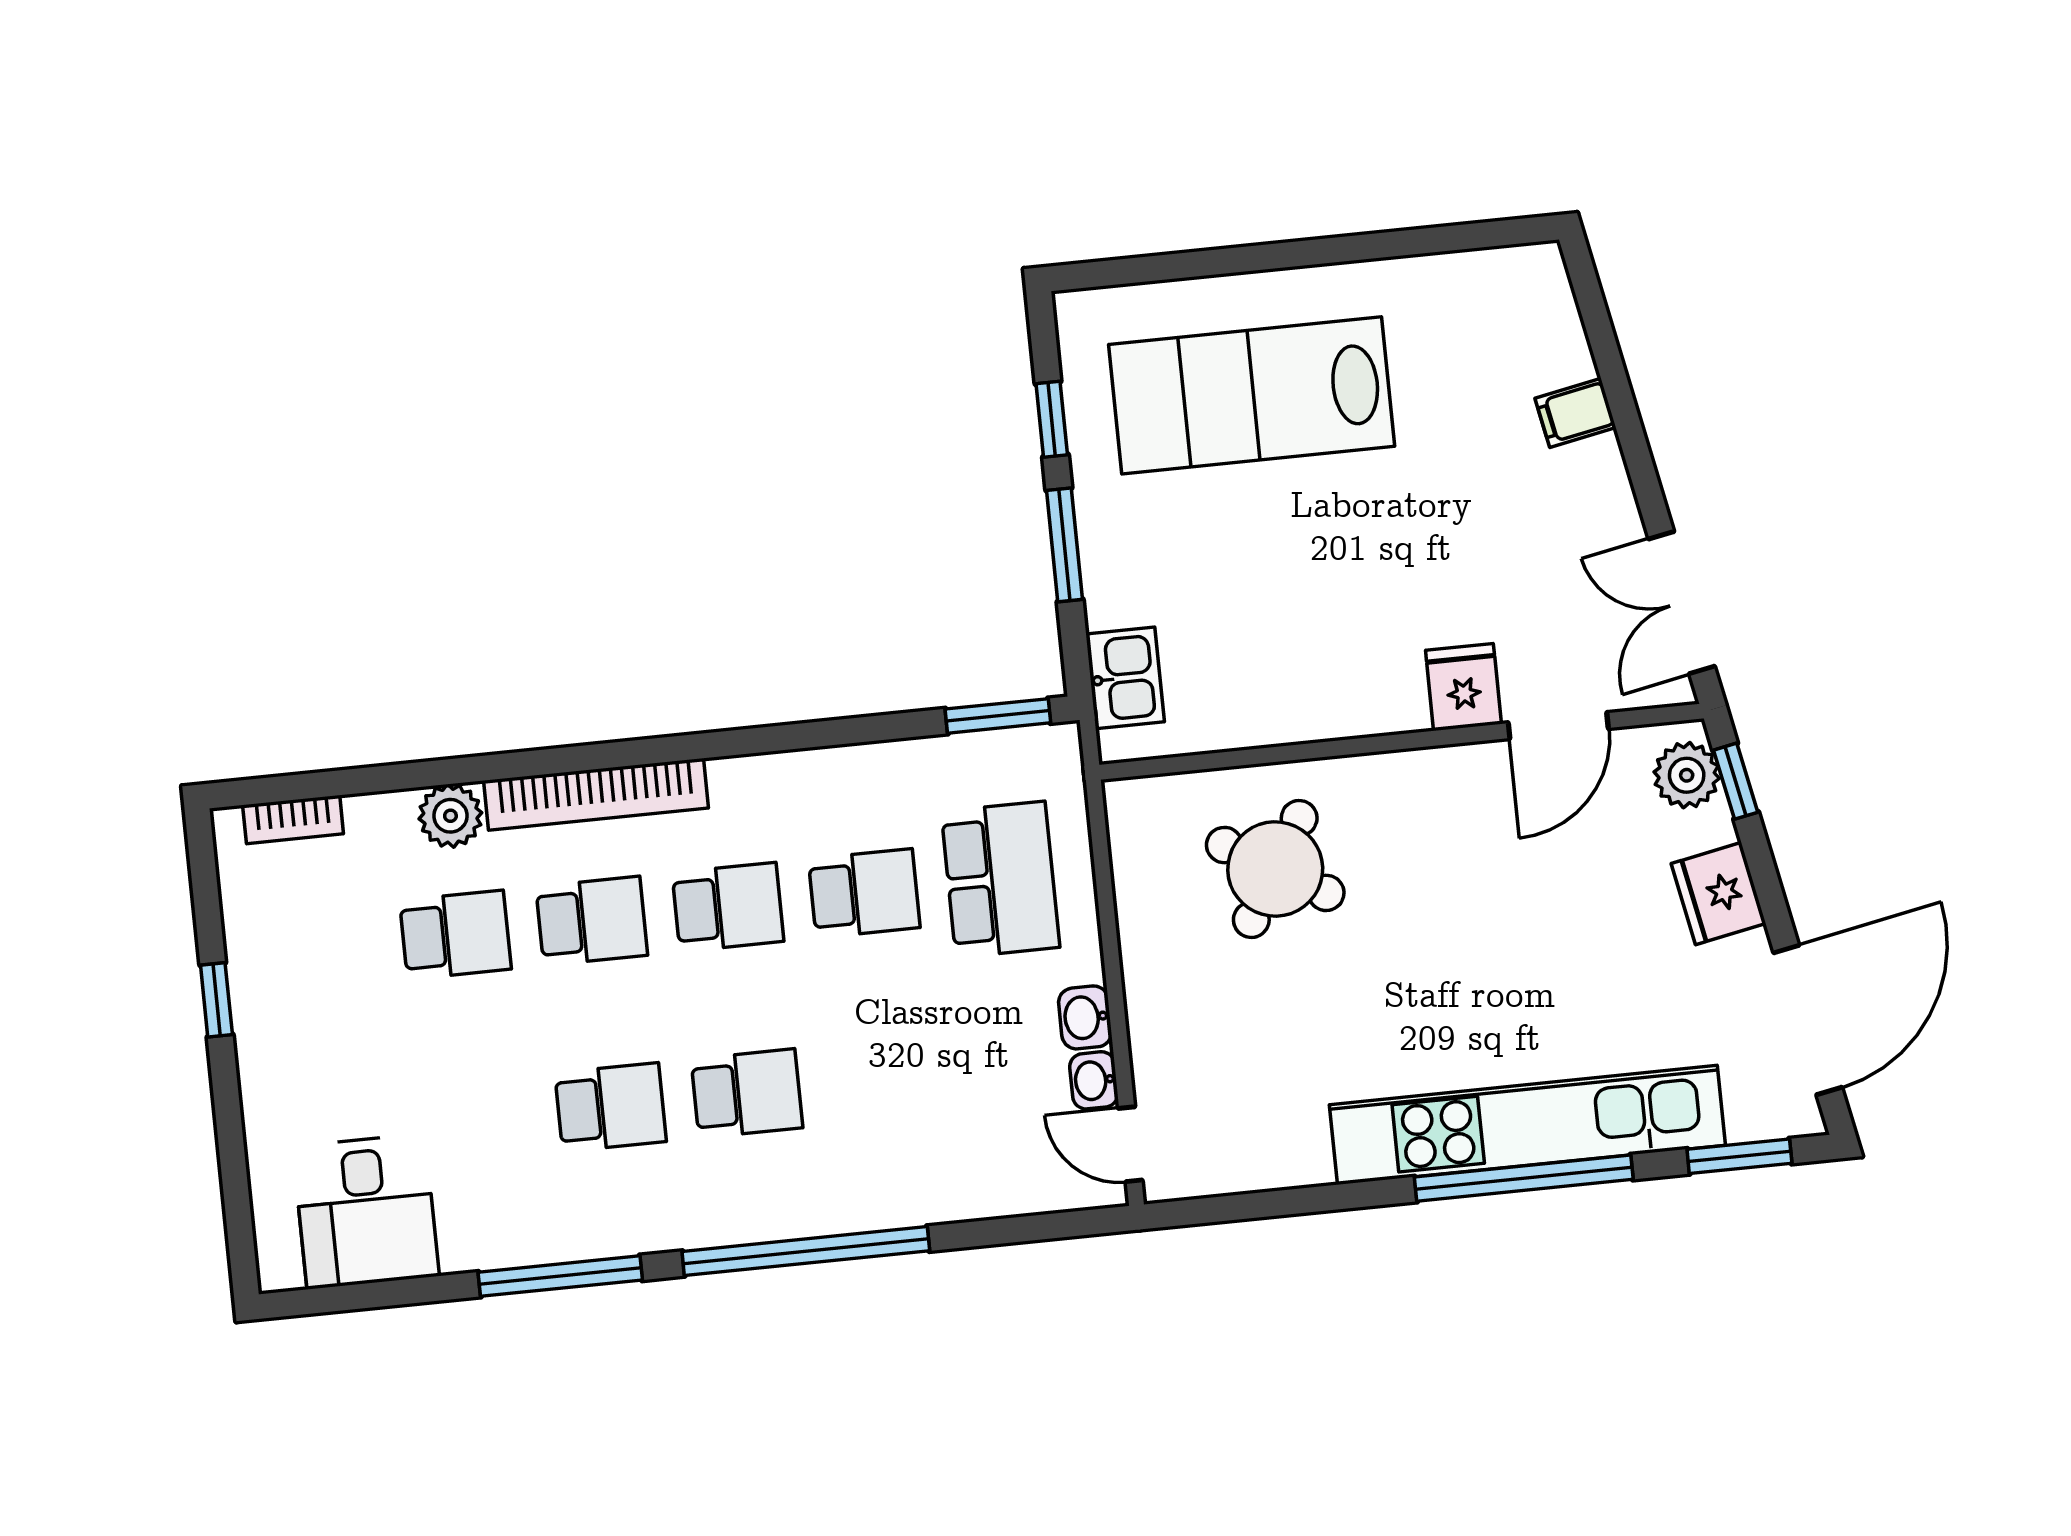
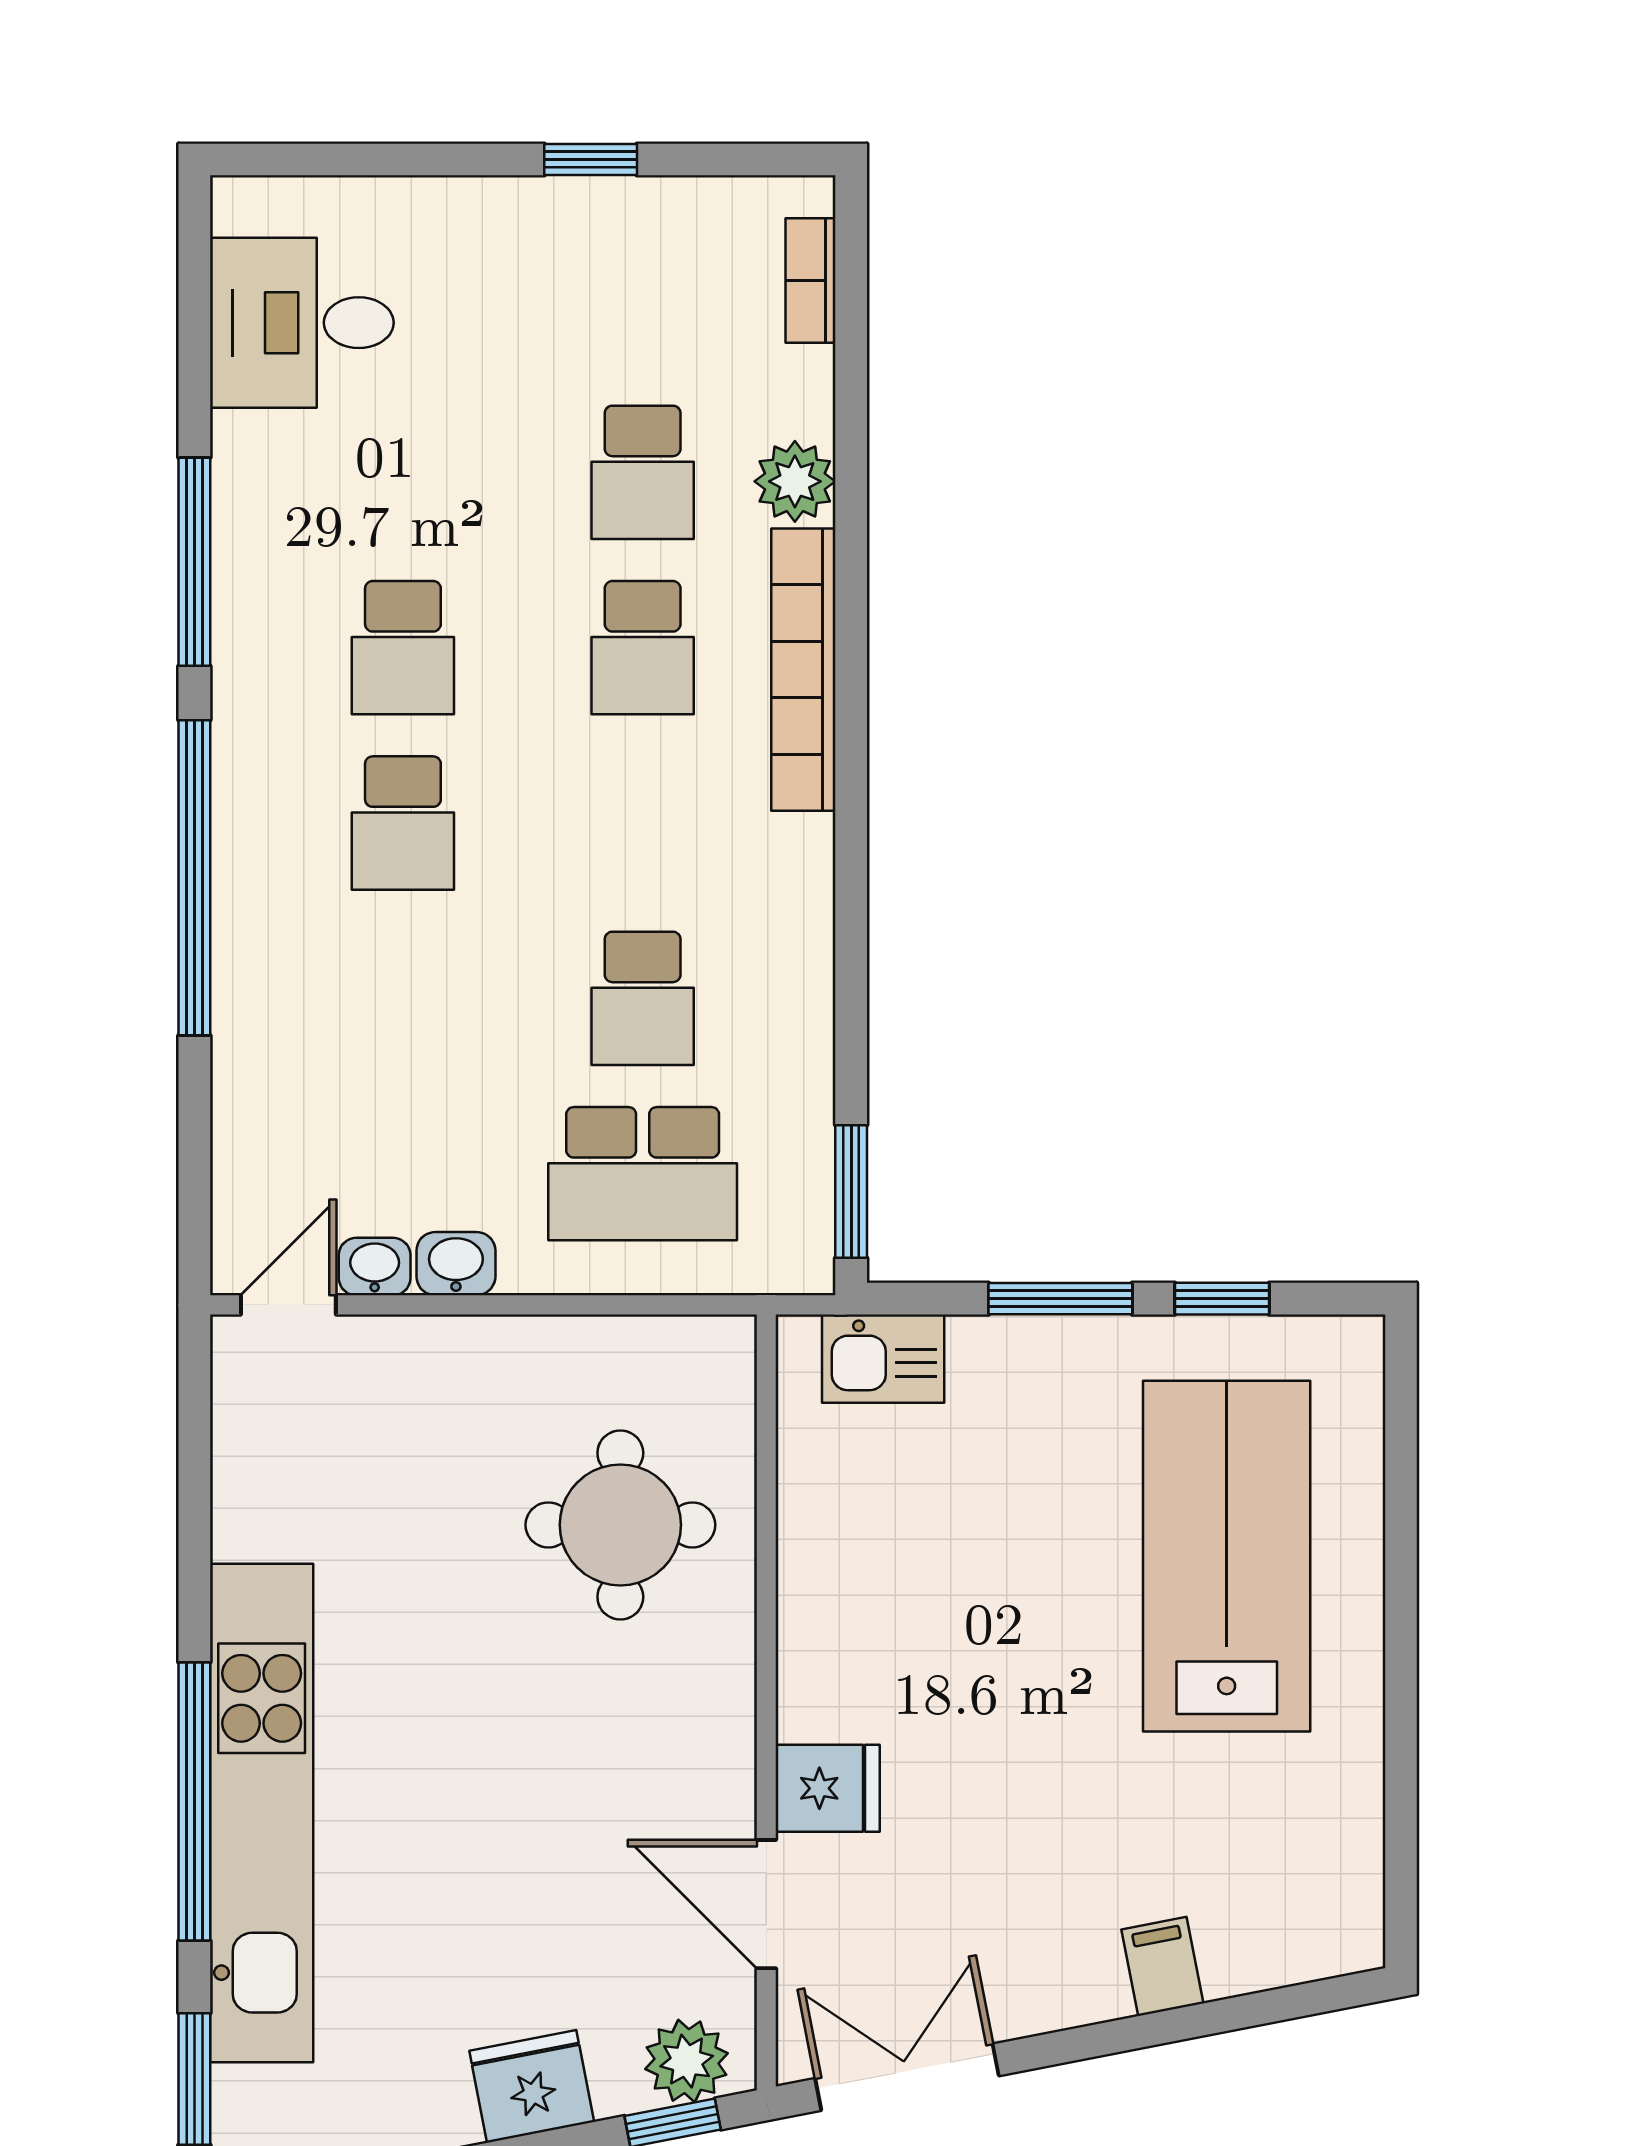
round table: (1275, 869) -> (620, 1525), turned -31
school desk: (728, 907) -> (643, 823), removed

